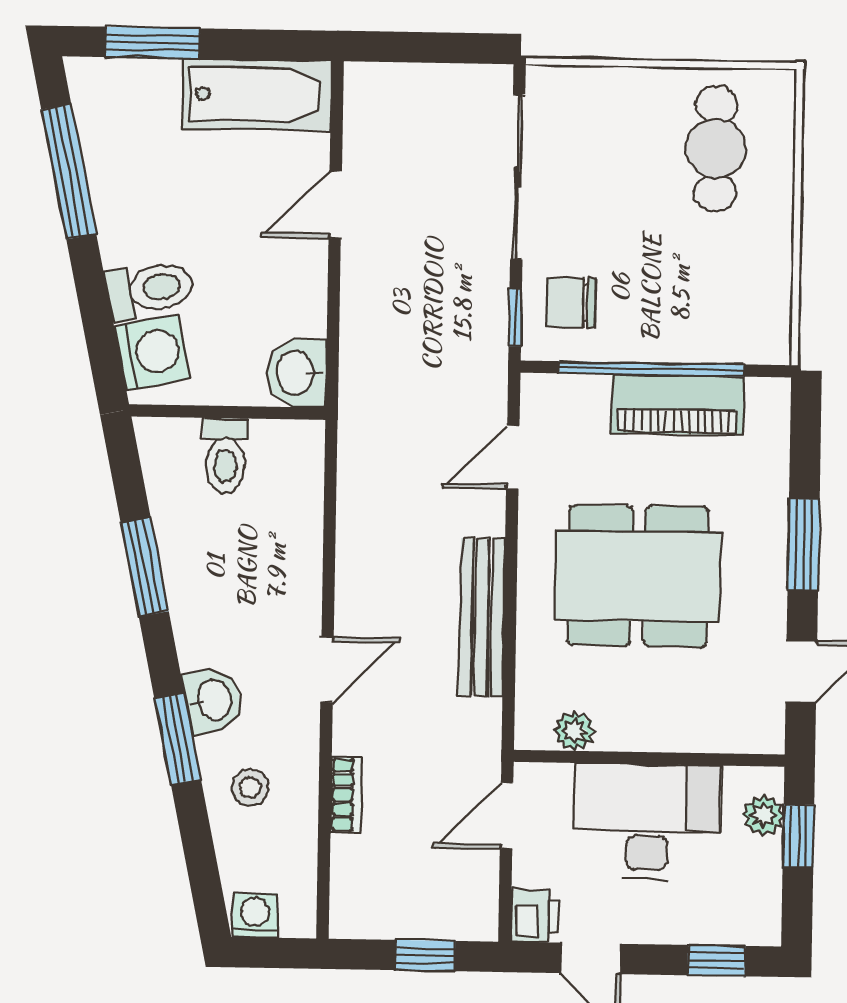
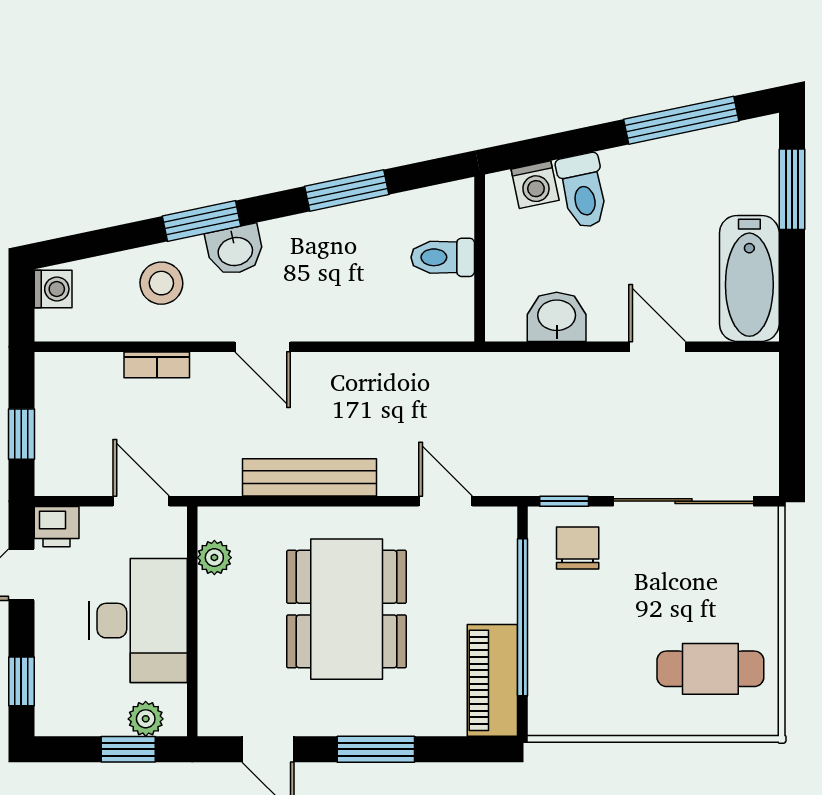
washing machine: (152, 352) -> (535, 185), width x0.73, depth x0.73
washbasin: (297, 373) -> (557, 317), moved
piano: (678, 405) -> (492, 680), moved
stool: (250, 787) -> (161, 283), width x1.37, depth x1.37

